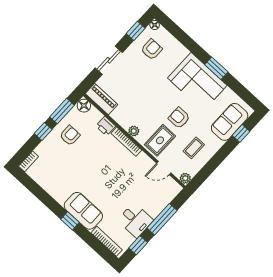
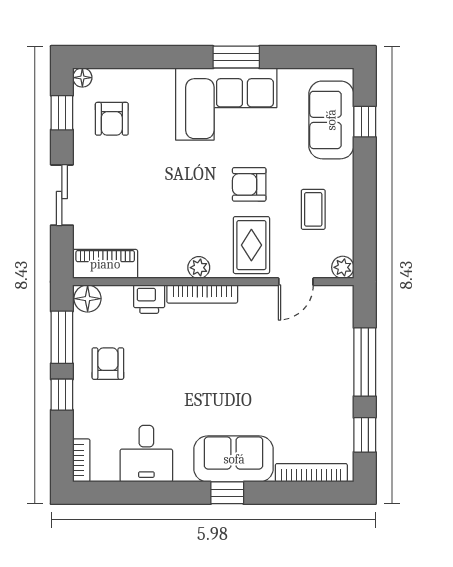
armchair: (152, 49) -> (112, 119), turned 180
desk: (135, 220) -> (146, 454), moved, turned 90

